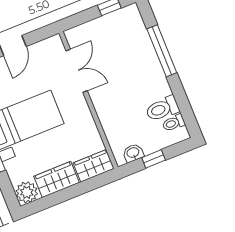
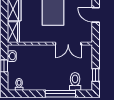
toilet: (162, 109) -> (75, 81), moved

